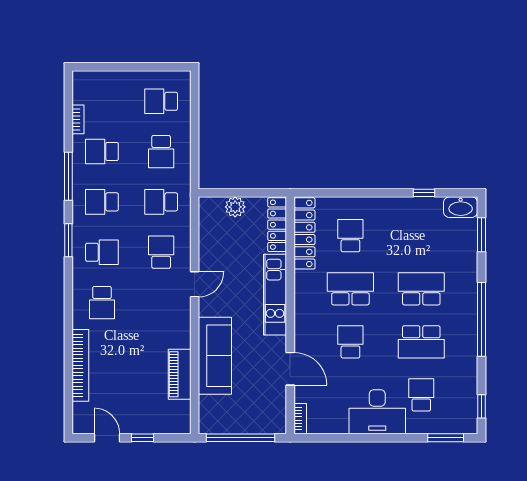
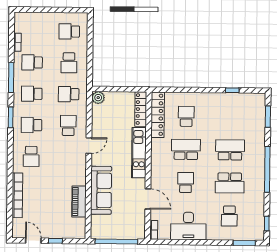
plant: (235, 207) -> (98, 98), moved
washbasin: (461, 207) -> (255, 99), removed
school desk: (102, 252) -> (31, 125), turned 180
school desk: (421, 395) -> (229, 216), turned 180
desk: (377, 412) -> (188, 226), moved

